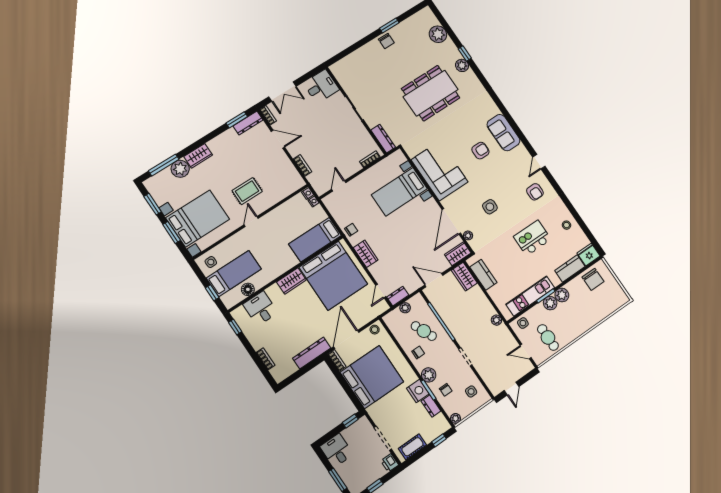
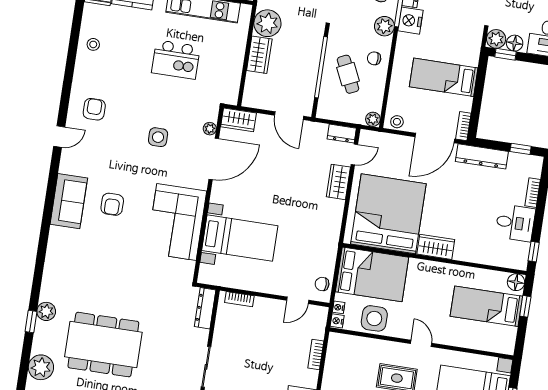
dining table: (431, 93) -> (103, 345), moved
armchair: (480, 151) -> (112, 204), turned -90
door: (251, 222) -> (421, 343), swing flipped
chair: (351, 230) -> (322, 284), moved
kitchen island: (532, 238) -> (176, 60), moved
bed: (315, 240) -> (372, 274), width x1.50
wardrobe: (366, 254) -> (338, 182), moved
side table: (211, 262) -> (374, 318), moved, width x1.87, depth x1.87
kitchen counter: (483, 275) -> (232, 74), removed
wardrobe: (464, 277) -> (259, 55), moved
floor lamp: (248, 289) -> (516, 282), moved
desk: (261, 308) -> (515, 223), moved, turned -90
plant: (405, 308) -> (373, 119), moved
plant: (496, 320) -> (267, 23), width x1.87, depth x1.87
window: (294, 377) -> (521, 149), added
bed: (372, 377) -> (444, 77), width x0.49
plant: (363, 425) -> (496, 39), added
floor lamp: (351, 432) -> (515, 43), added

